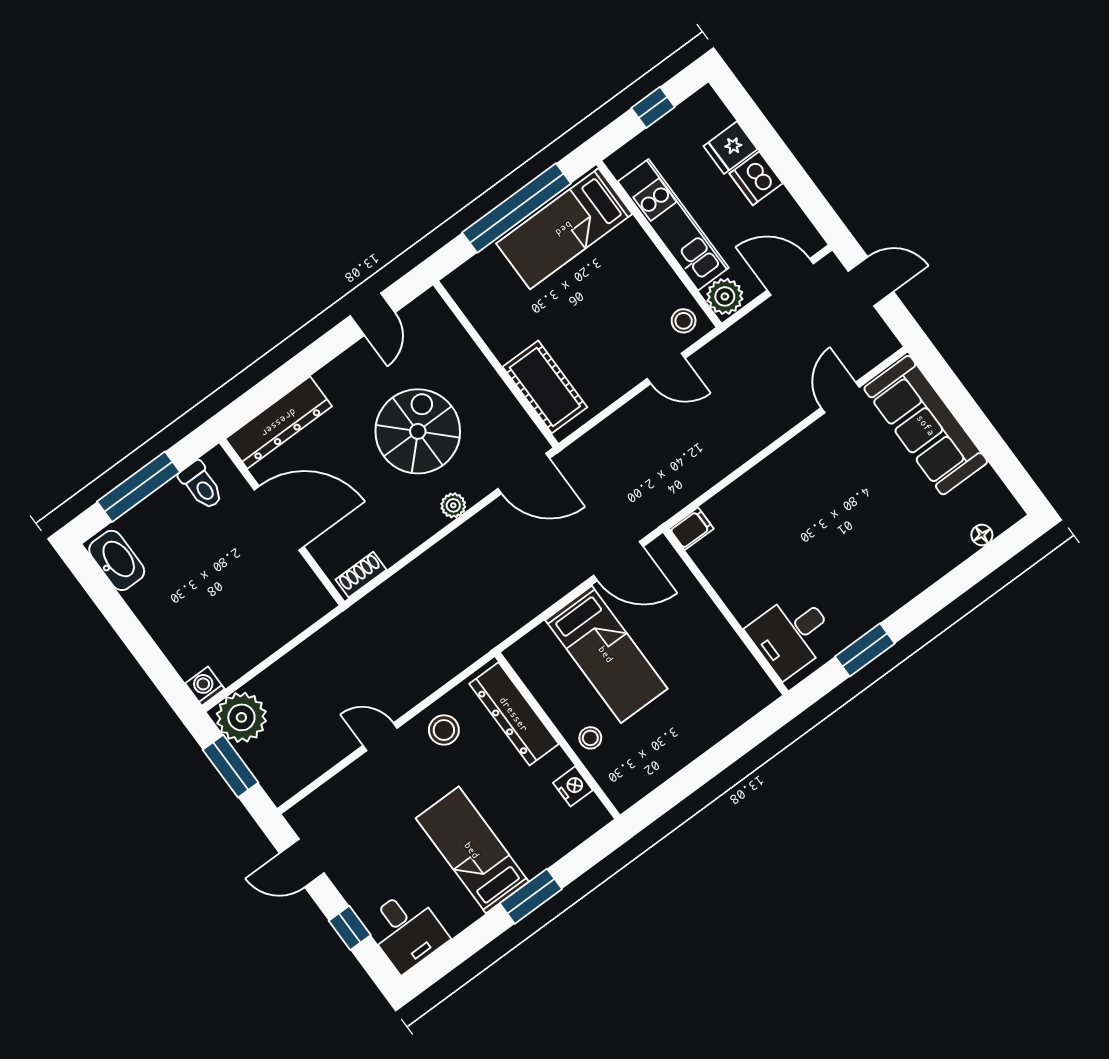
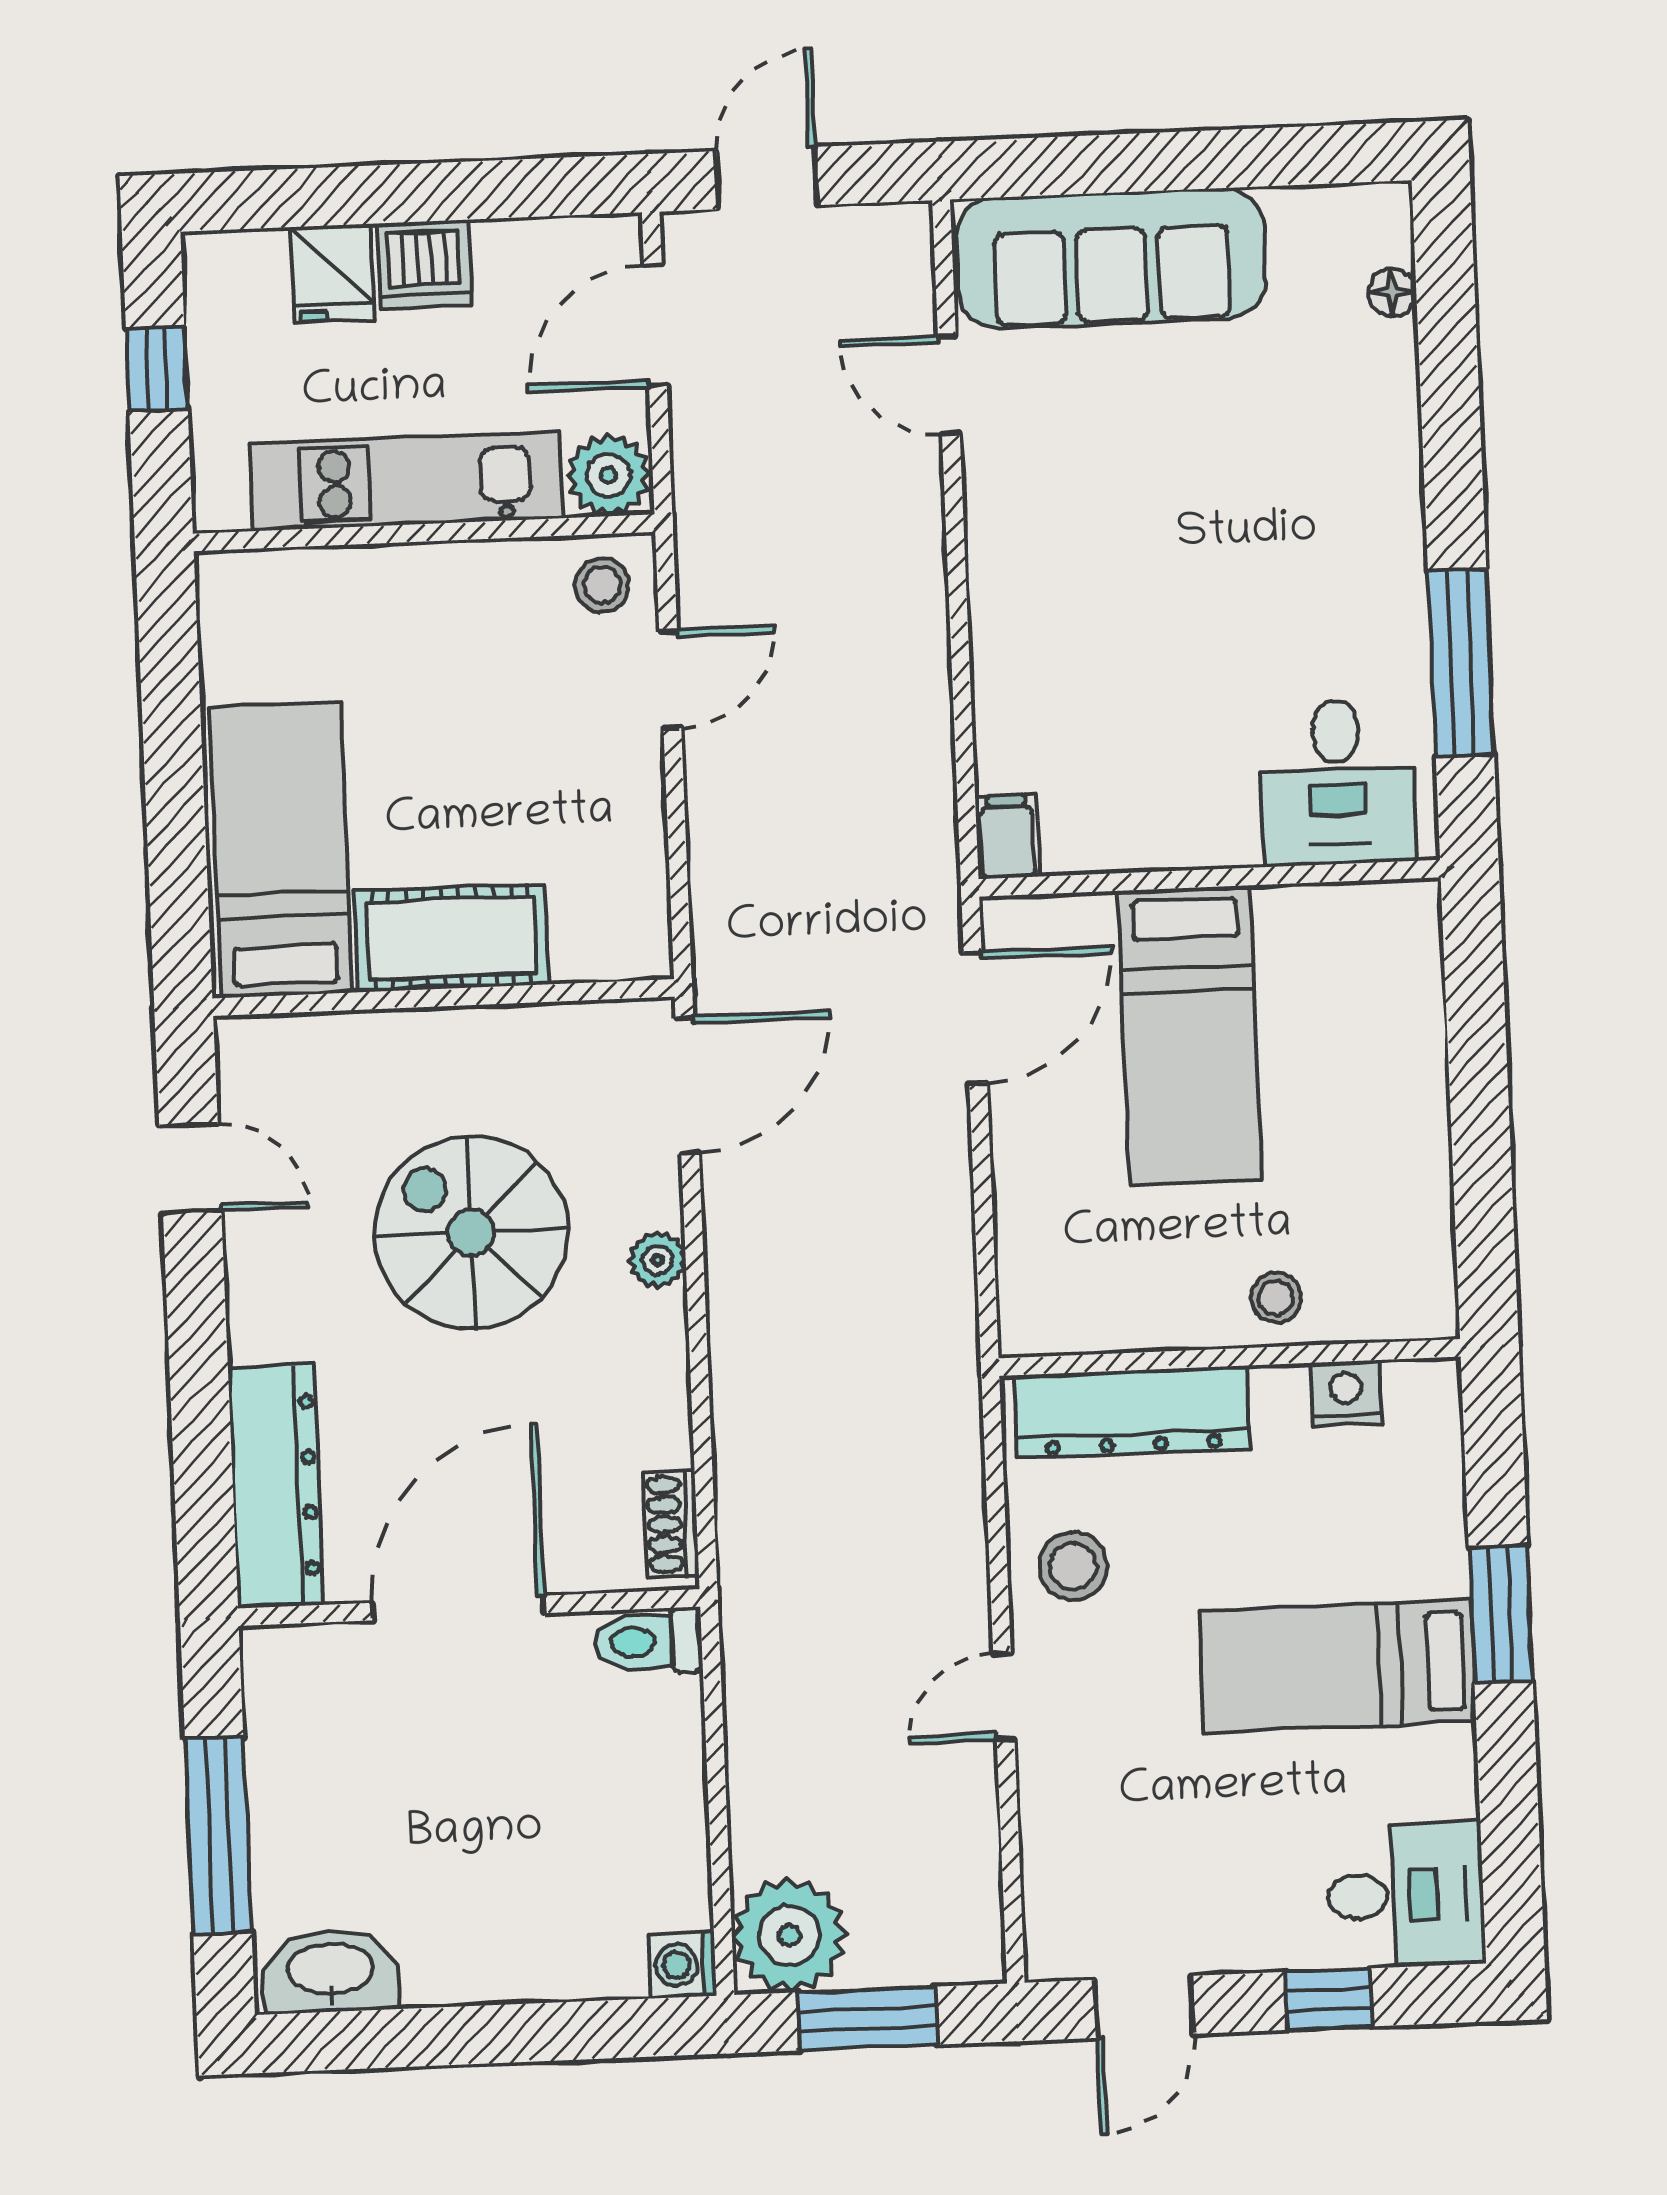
window: (517, 208) -> (173, 758), removed
bed: (564, 229) -> (281, 850), moved, turned 180
cot: (545, 387) -> (452, 938), moved
toilet: (201, 485) -> (648, 1641), moved, turned 180
window: (865, 650) -> (1461, 662), width x1.44
bed: (606, 654) -> (1190, 1035), moved, turned 90

